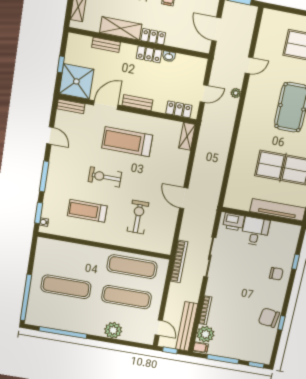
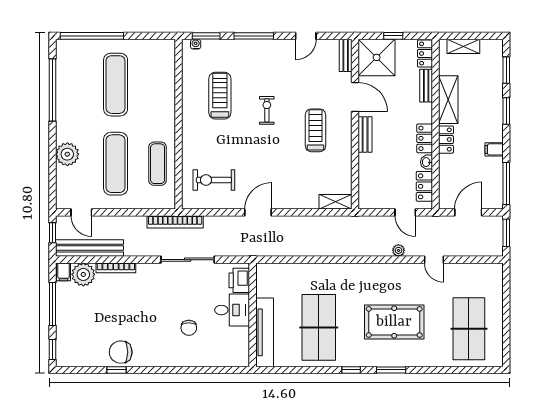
locker: (79, 41) -> (425, 54), added
door: (204, 94) -> (405, 212), moved
locker: (179, 109) -> (424, 186), moved, turned 180
treadmill: (127, 142) -> (315, 130), width x0.73, depth x0.73
exercise bike: (105, 177) -> (267, 110), width x0.73, depth x0.72
exercise bike: (138, 217) -> (214, 180), moved, turned 180
window: (296, 262) -> (202, 370), removed
exercise mat: (132, 267) -> (158, 164), width x0.73, depth x0.69
chair: (276, 274) -> (189, 328), moved
chair: (269, 318) -> (121, 352), turned -98
door: (159, 328) -> (81, 212), hinge flipped

